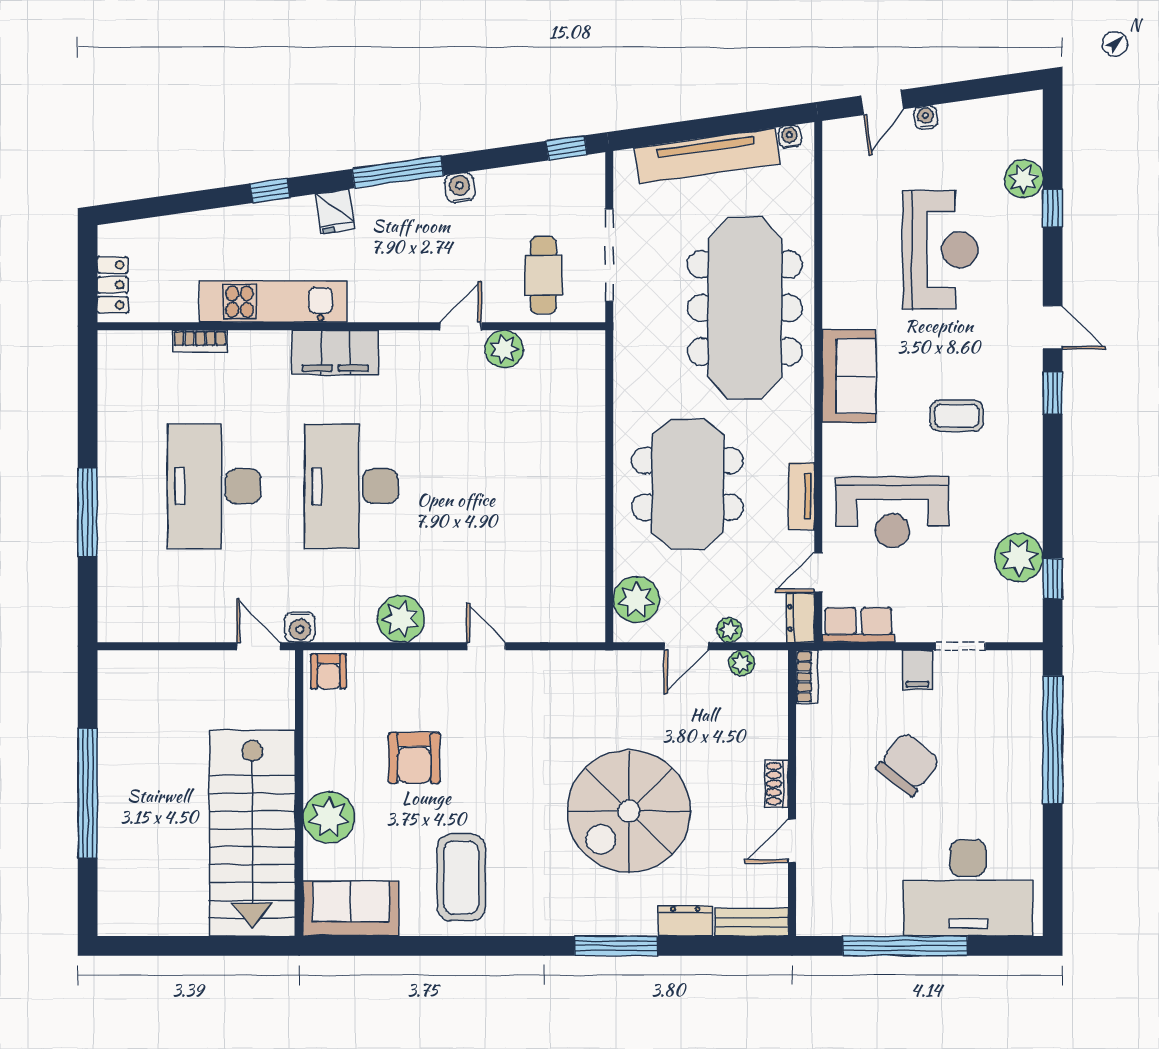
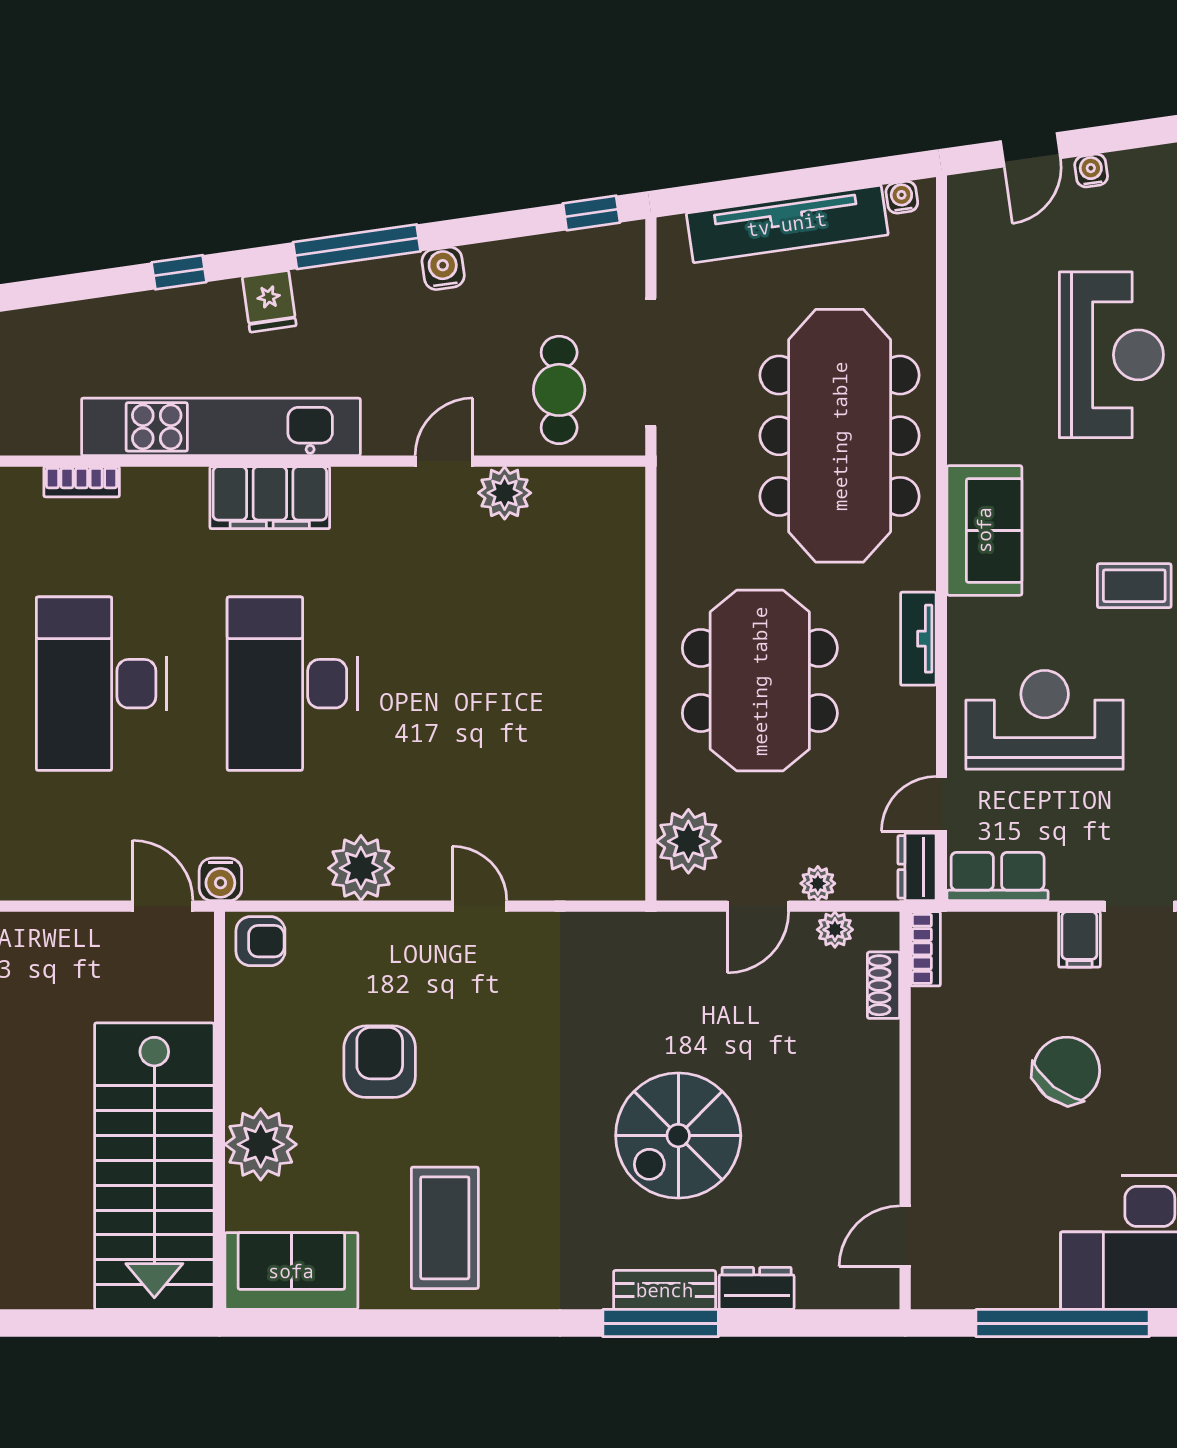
kitchen unit: (273, 302) -> (221, 427), width x1.36
tv unit: (801, 496) -> (918, 639), moved
reception desk: (892, 512) -> (1045, 720), turned 180
armchair: (329, 671) -> (260, 941), turned -90
armchair: (414, 758) -> (380, 1062), turned 180
shoe rack: (777, 784) -> (884, 985), moved
spiral stairs: (629, 811) -> (678, 1136), width x0.73, depth x0.73
door: (792, 841) -> (905, 1236), moved
bench: (751, 922) -> (665, 1290), moved

